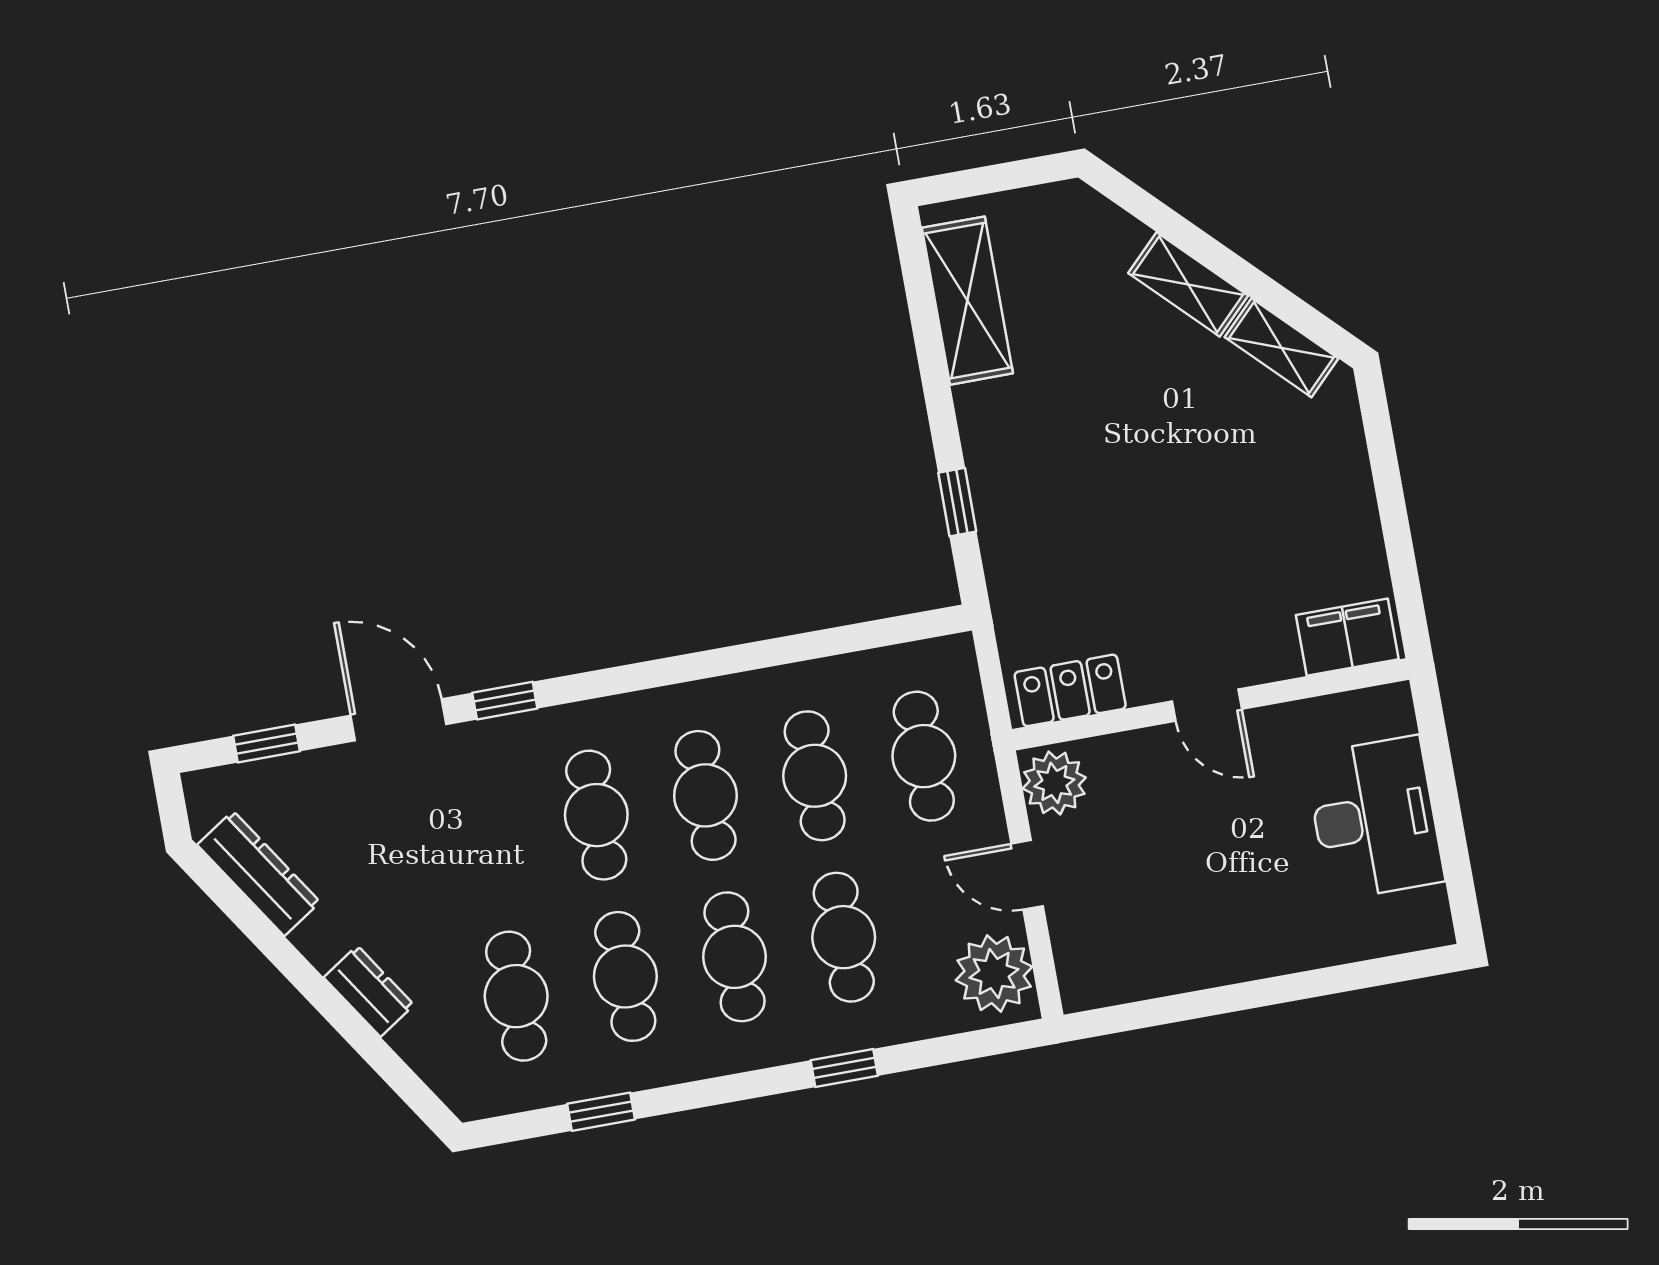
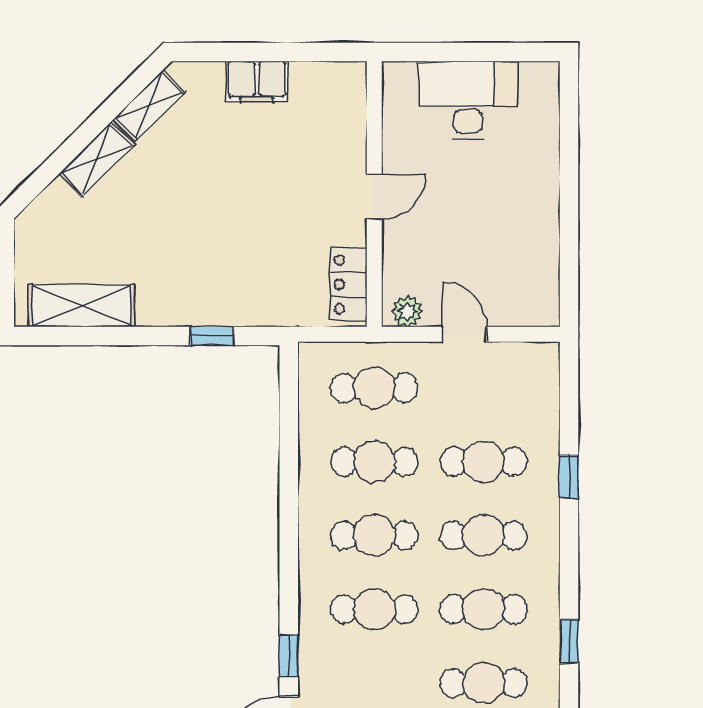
filing cabinet: (1347, 637) -> (257, 82), moved, turned -90
plant: (1054, 783) -> (407, 311), width x0.73, depth x0.73
door: (1027, 875) -> (464, 334), swing flipped
plant: (994, 973) -> (525, 367), removed

